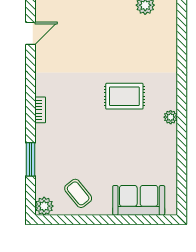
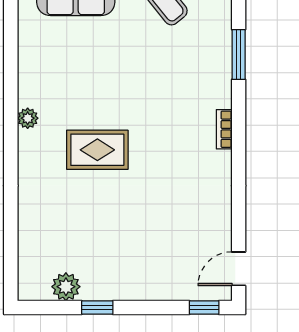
door: (30, 33) -> (239, 269), moved

